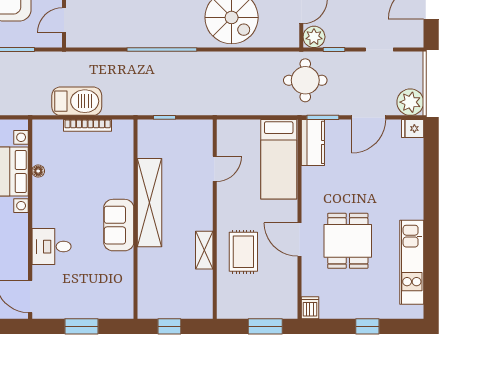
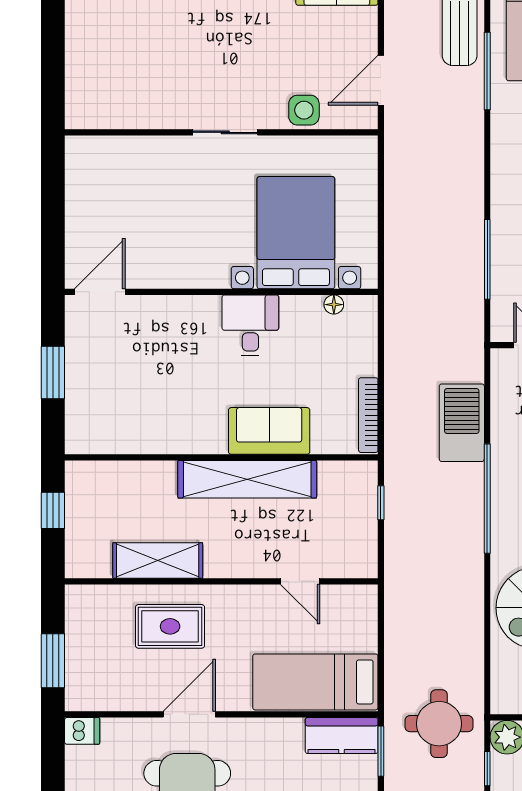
barbecue: (77, 101) -> (462, 423), moved, turned 180
bookcase: (88, 125) -> (368, 415), moved
floor lamp: (38, 171) -> (334, 305), moved
sofa: (119, 225) -> (269, 431), moved
desk: (51, 247) -> (250, 325), moved
shelving: (204, 250) -> (158, 561), width x1.50, depth x1.33

